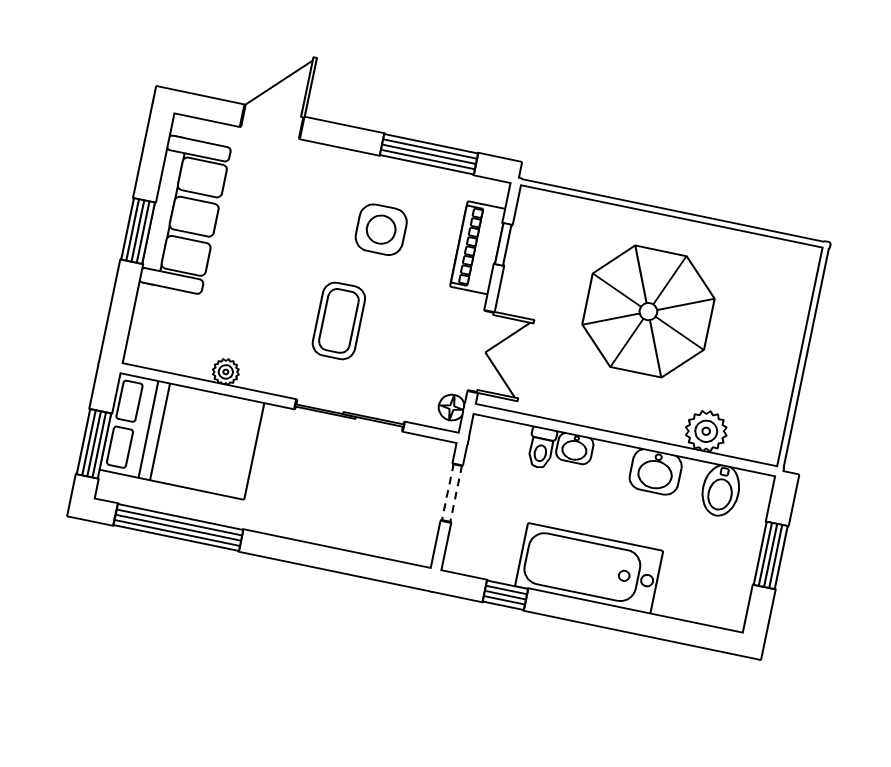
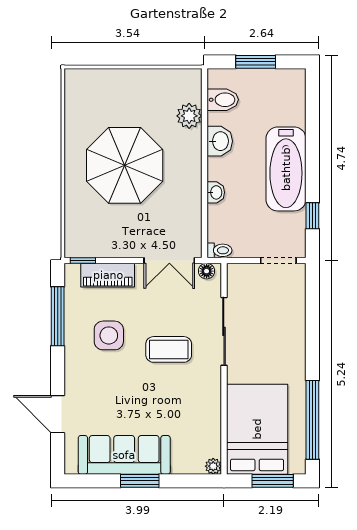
window: (503, 244) -> (83, 261), moved
double door: (481, 351) -> (169, 261), swing flipped
plant: (226, 372) -> (213, 466), moved
toilet: (541, 448) -> (219, 250), moved
doorway: (452, 493) -> (278, 261), moved

